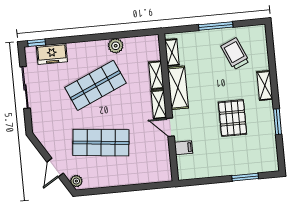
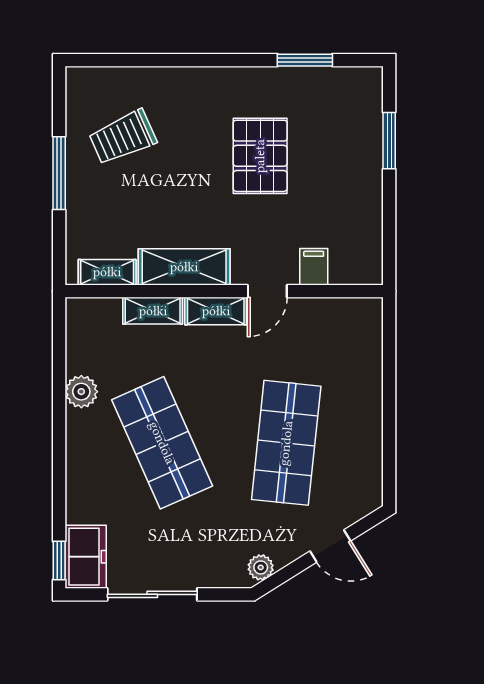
freezer: (52, 54) -> (86, 557), moved
shelving: (265, 86) -> (197, 80), removed
pallet: (232, 118) -> (260, 156), turned 90
window: (277, 122) -> (305, 60), moved
plant: (76, 181) -> (261, 567), moved

